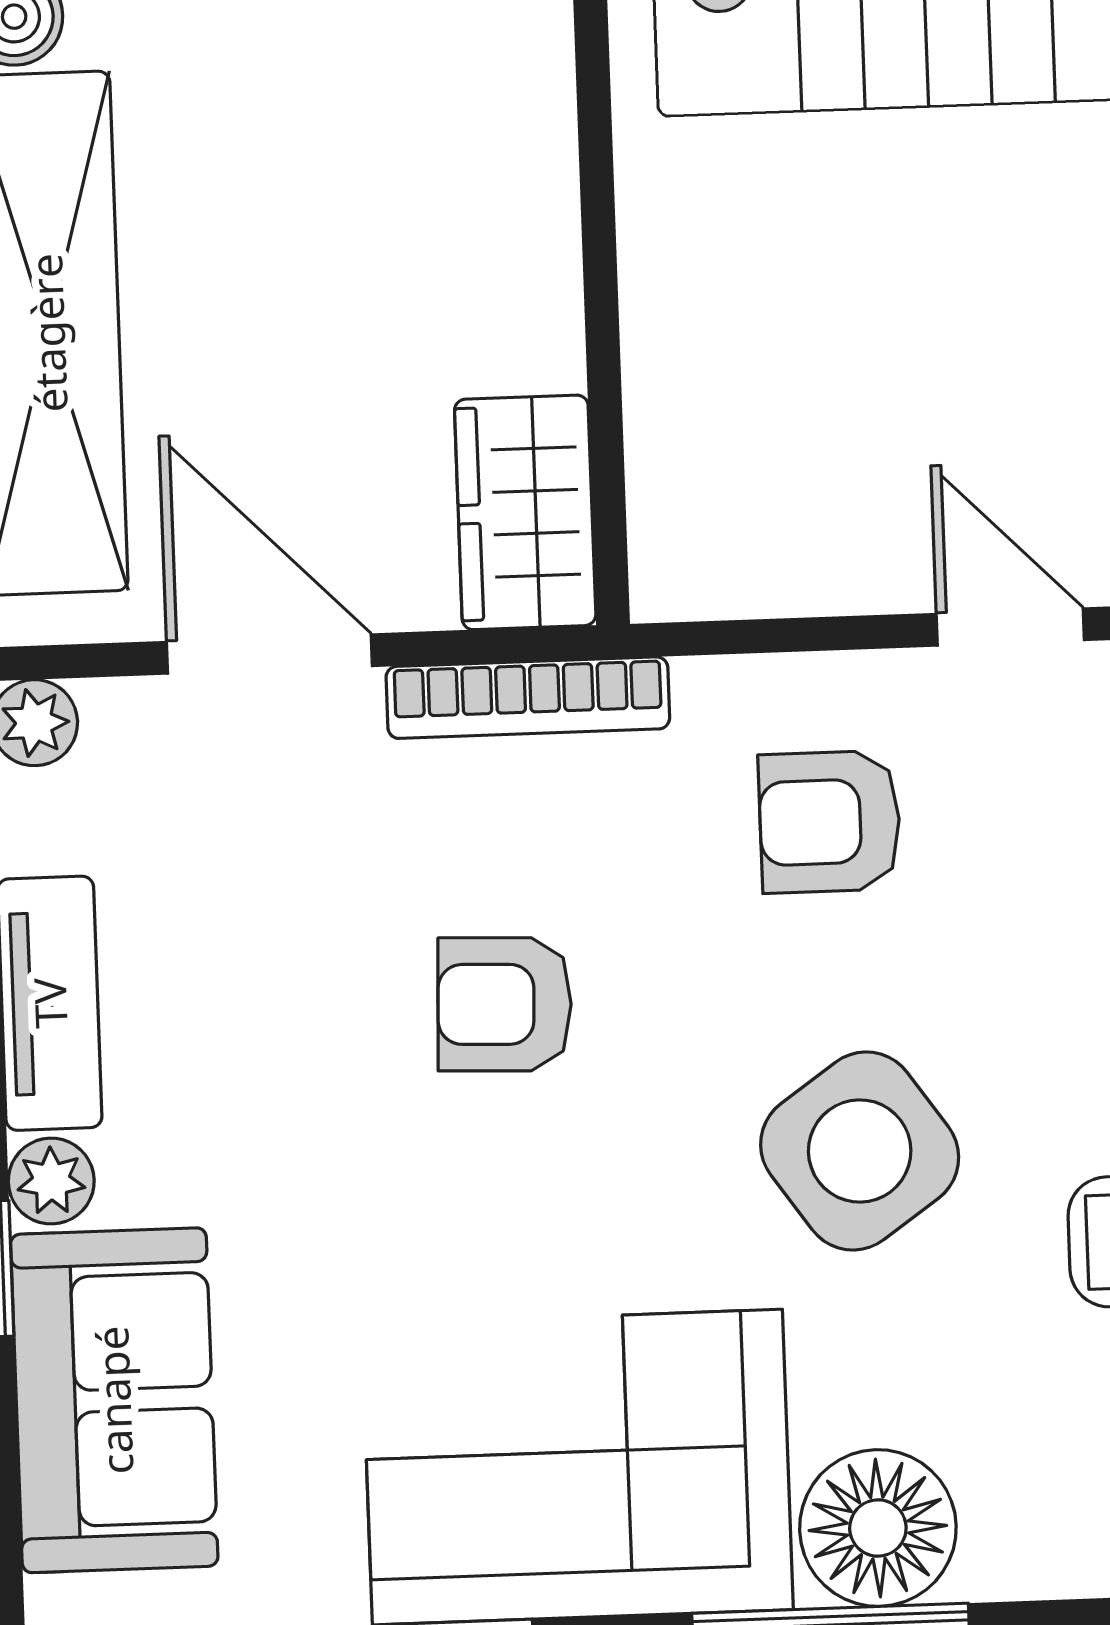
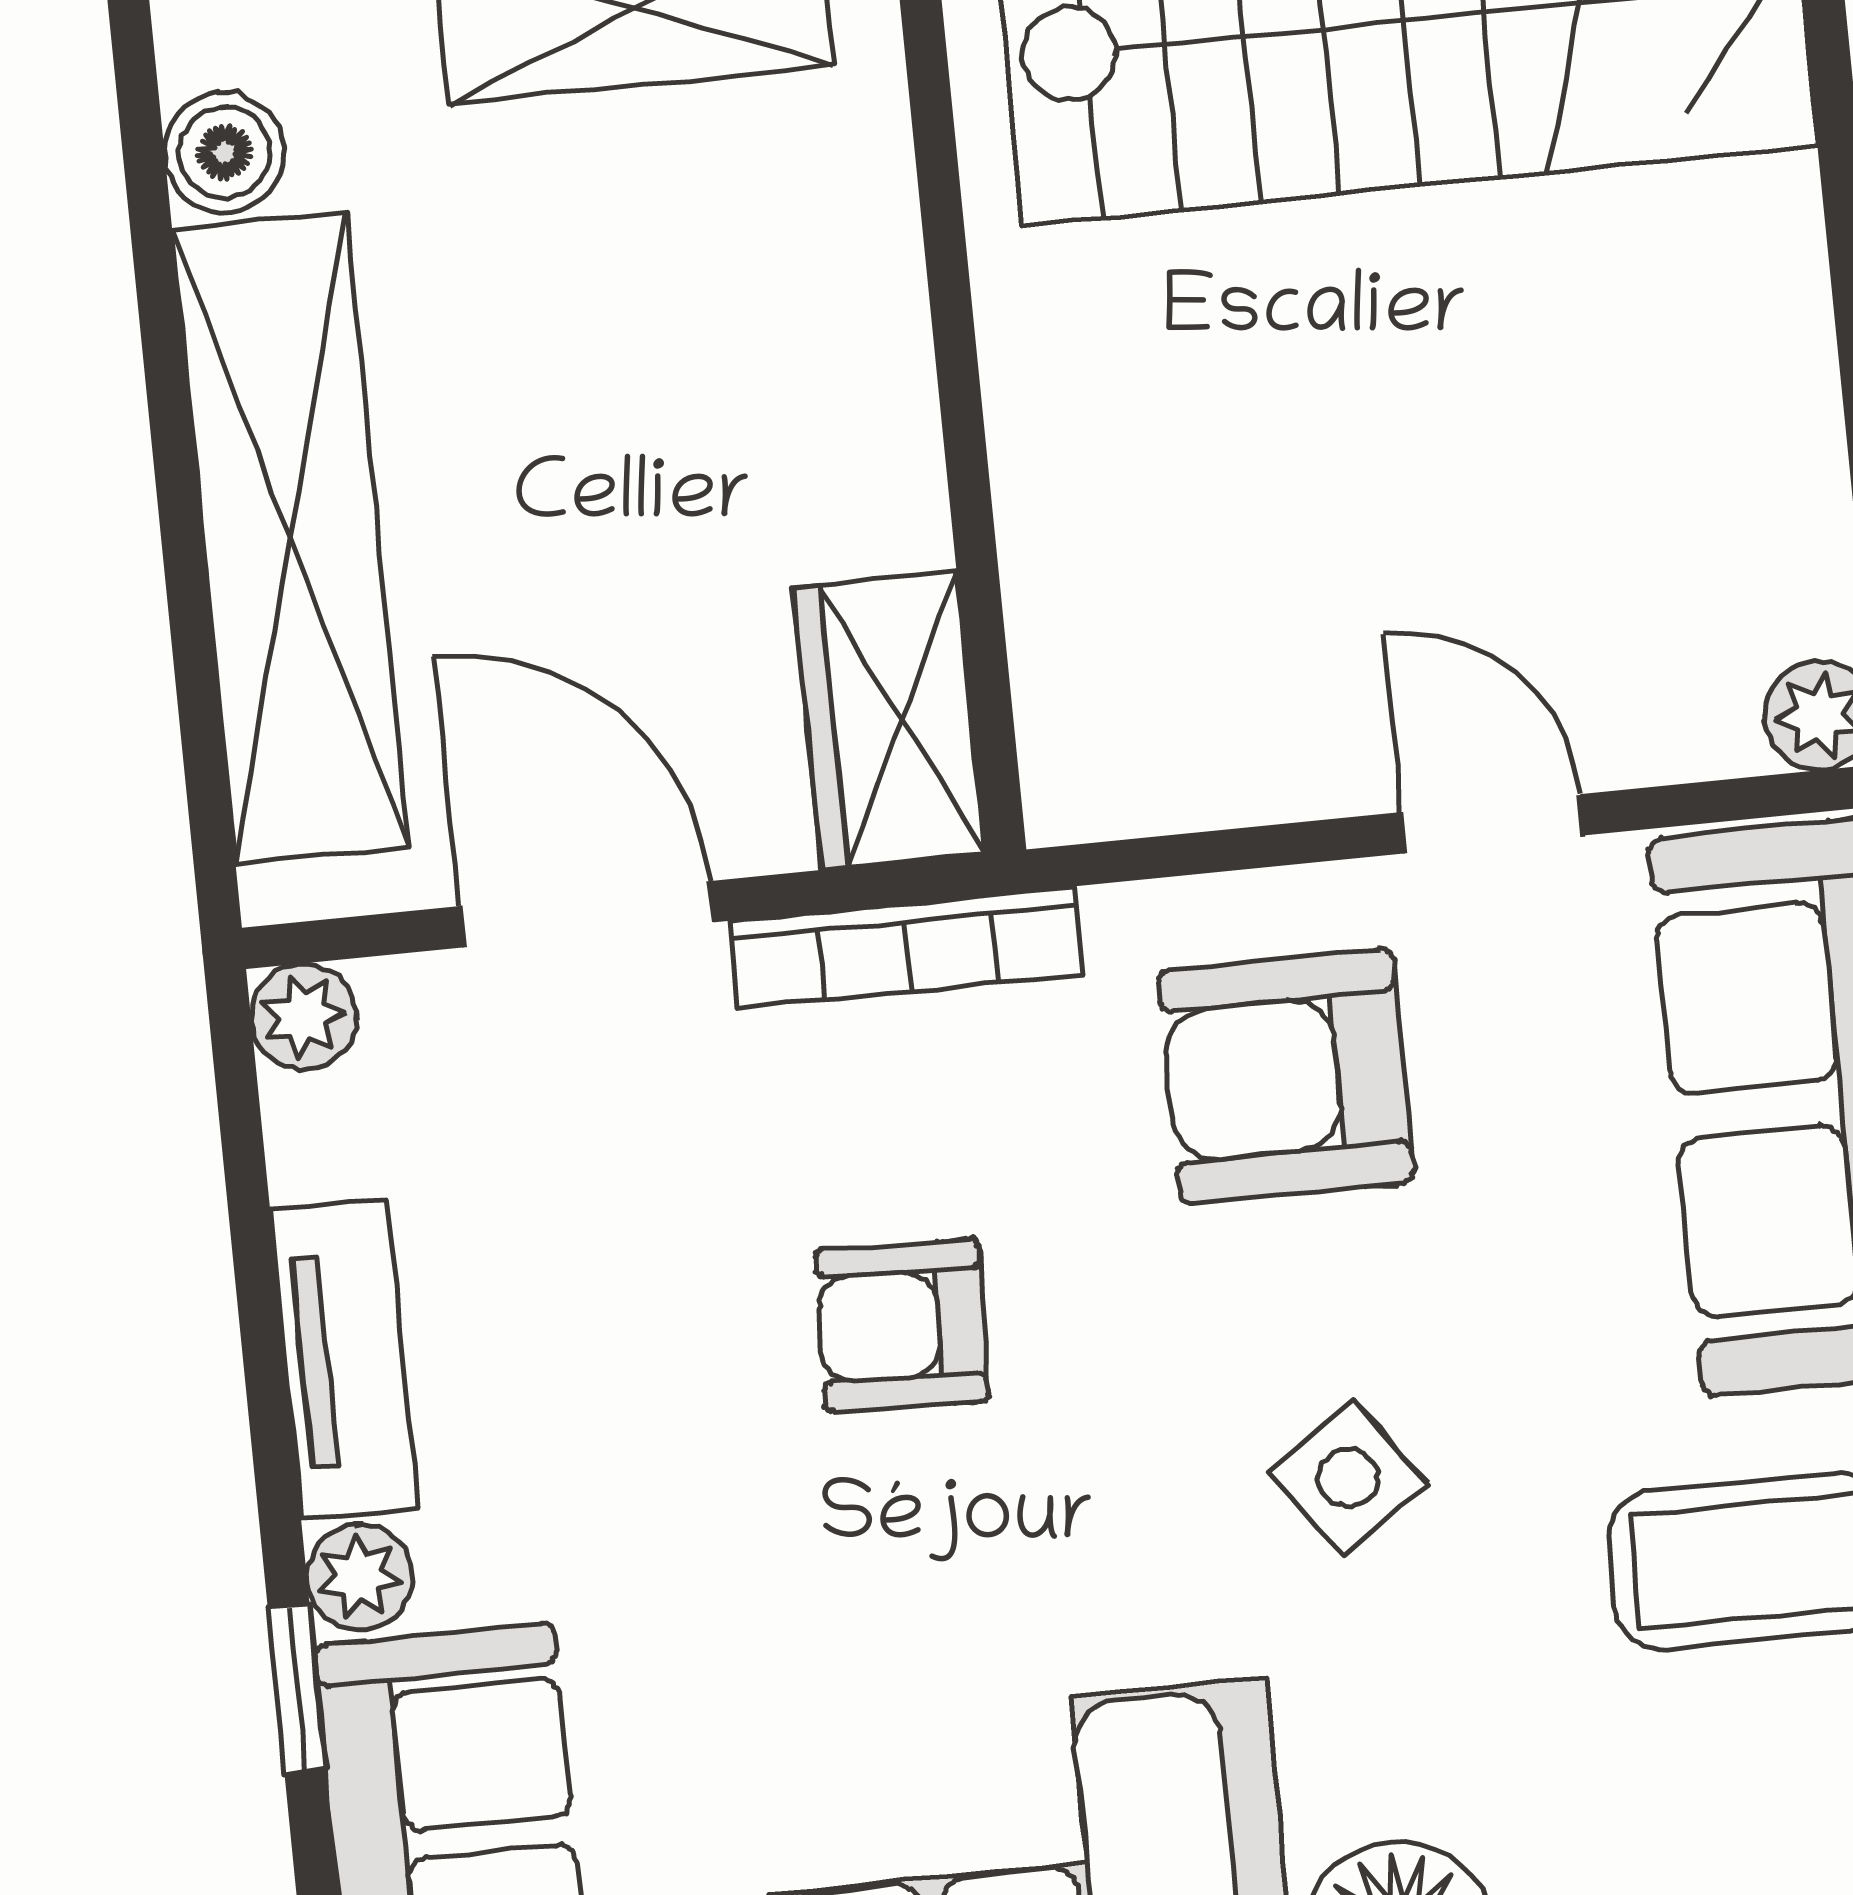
armchair: (830, 822) -> (1286, 1077), width x1.38, depth x1.38
side table: (860, 1151) -> (1348, 1478), width x0.54, depth x0.54

